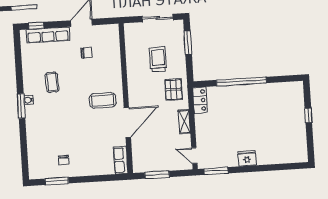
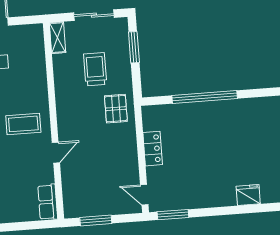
locker: (200, 100) -> (153, 149), moved
shelving: (184, 122) -> (58, 38), moved
door: (127, 123) -> (56, 153), width x0.53
fridge: (247, 158) -> (248, 195), moved

